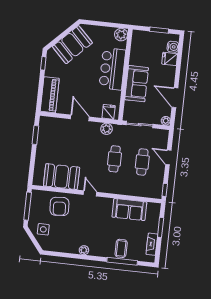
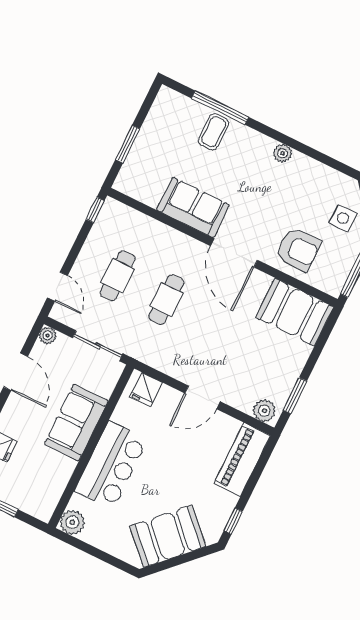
door: (80, 118) -> (203, 397), hinge flipped
plant: (107, 129) -> (264, 411), moved
door: (168, 157) -> (57, 287), moved
booth: (62, 177) -> (295, 312), moved
door: (90, 193) -> (234, 253), width x1.88
armchair: (59, 206) -> (298, 249), turned 94
sofa: (129, 210) -> (193, 207), moved
fireplace: (152, 244) -> (155, 119), removed

